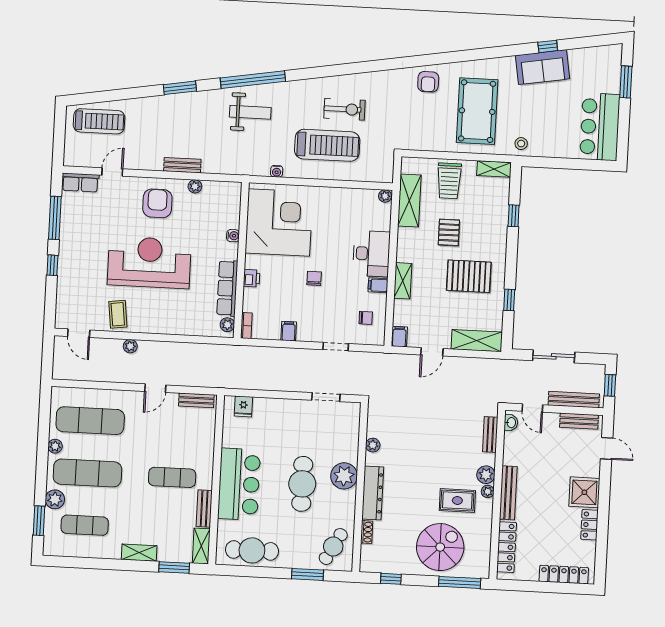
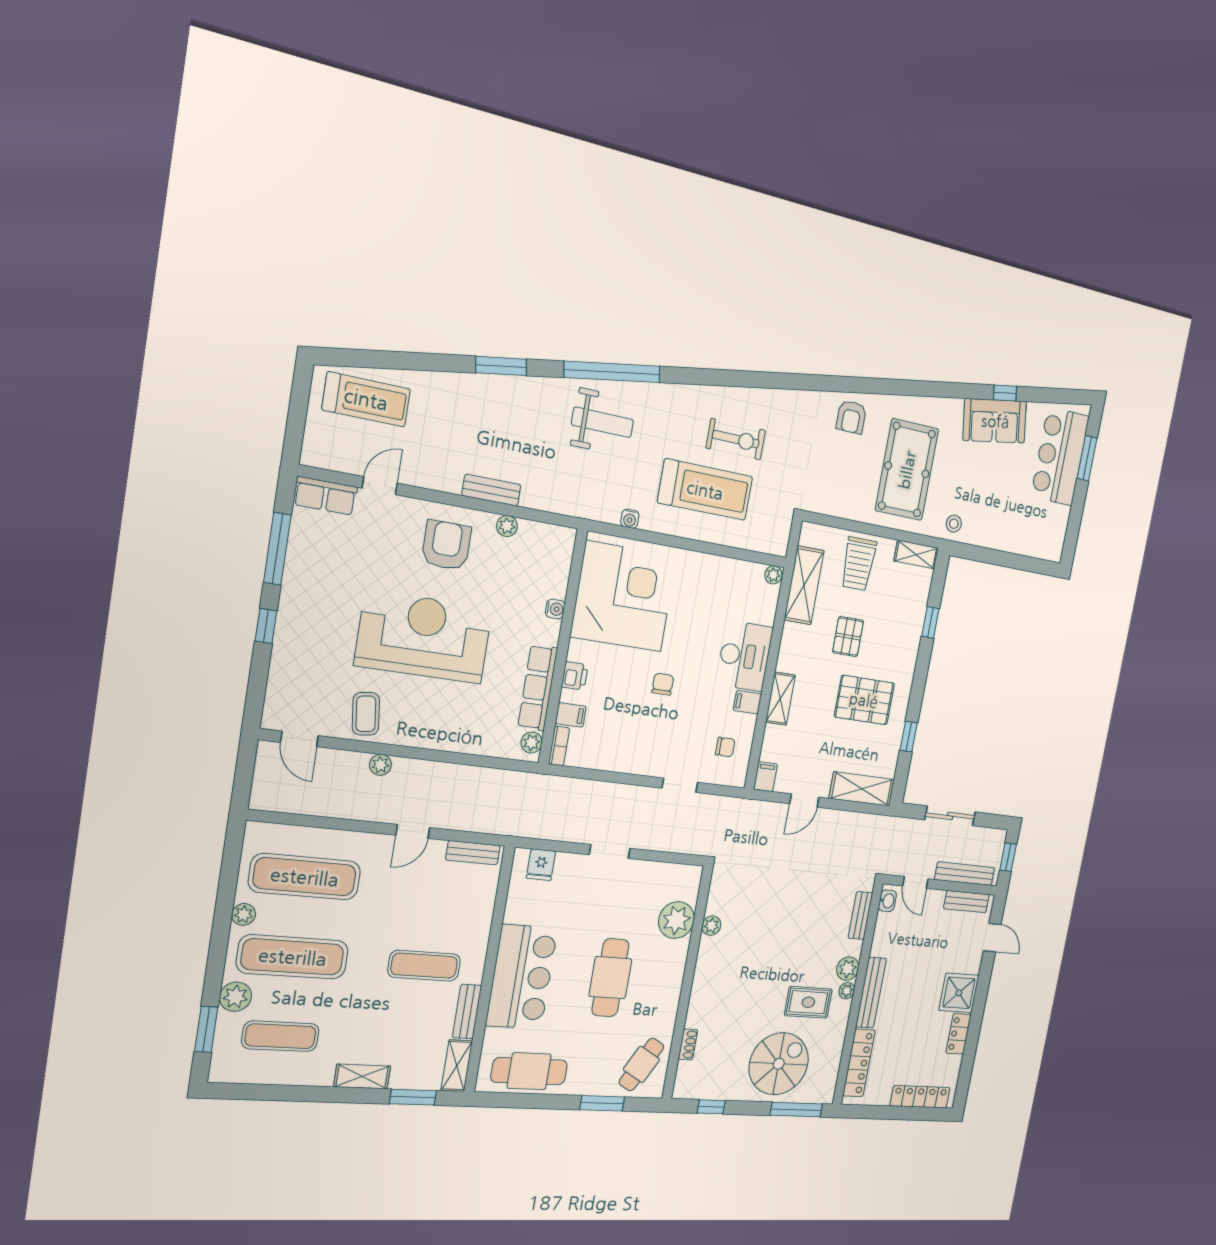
bar counter: (600, 127) -> (1060, 456), moved
filing cabinet: (289, 331) -> (571, 715), moved, turned 90
doorway: (326, 397) -> (610, 851), moved
plant: (344, 476) -> (676, 920), moved
dresser: (373, 493) -> (703, 991), removed

